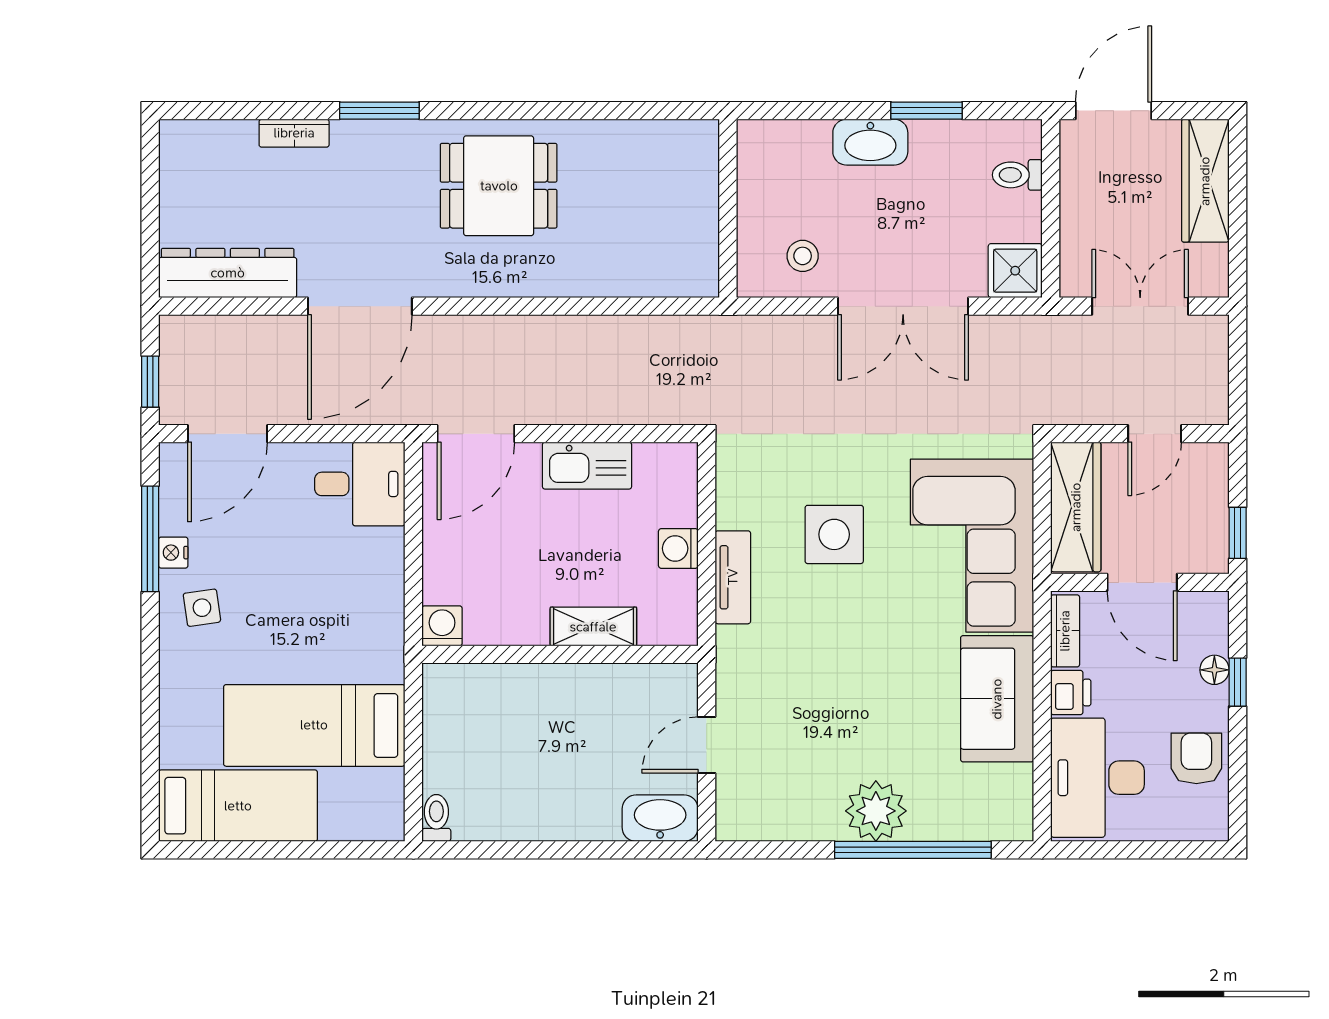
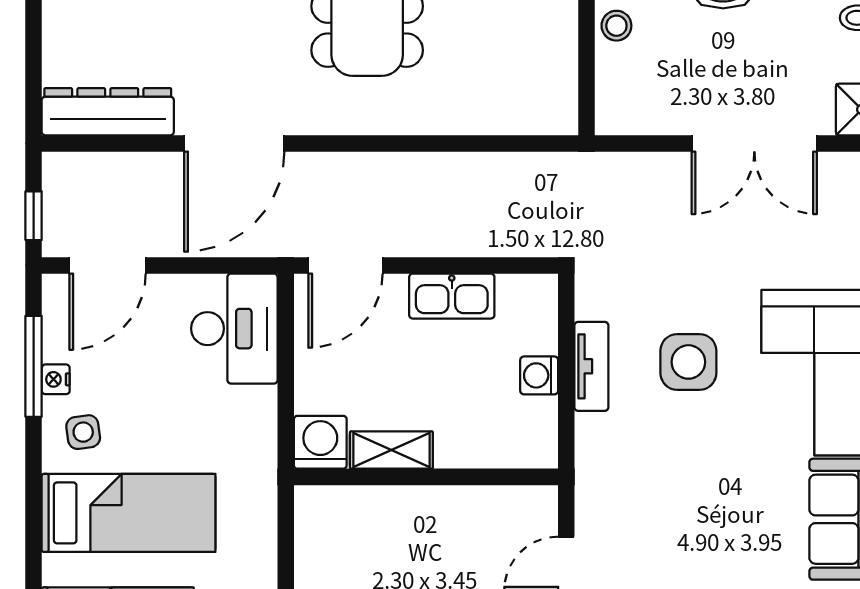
stool: (803, 256) -> (616, 26), moved
desk: (360, 484) -> (234, 329), width x1.37
tv unit: (733, 577) -> (591, 366), moved
washing machine: (442, 626) -> (320, 442), width x1.38, depth x1.38
shelving: (593, 627) -> (391, 450), moved
bed: (314, 725) -> (129, 513), moved, turned 180

